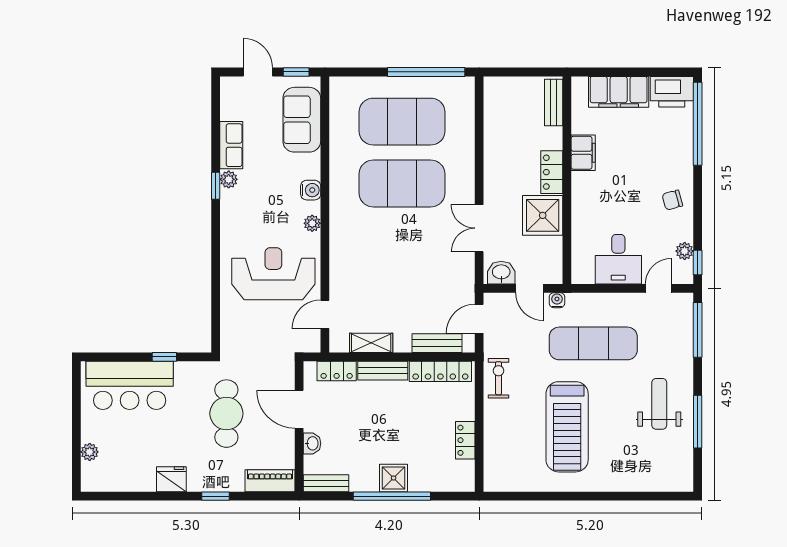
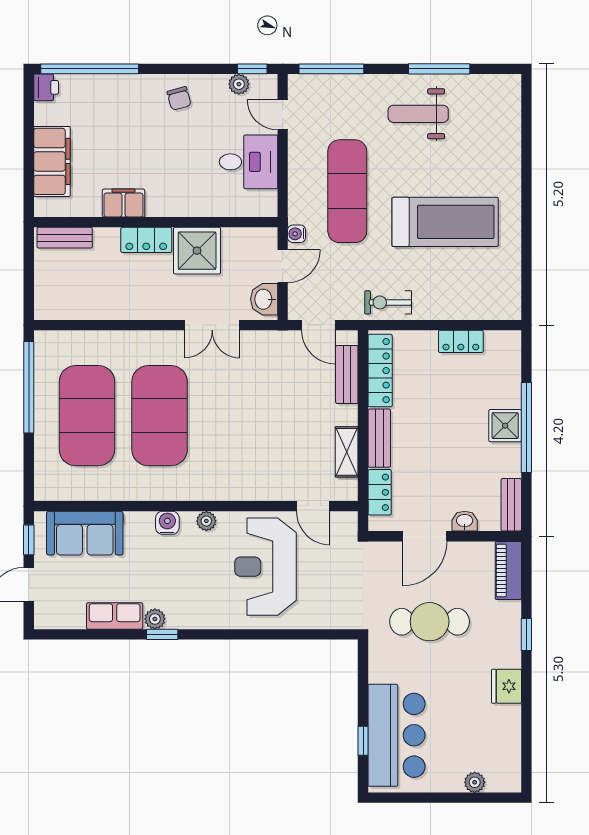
printer: (672, 92) -> (46, 87), width x0.53, depth x0.68
window: (164, 357) -> (363, 741), moved

